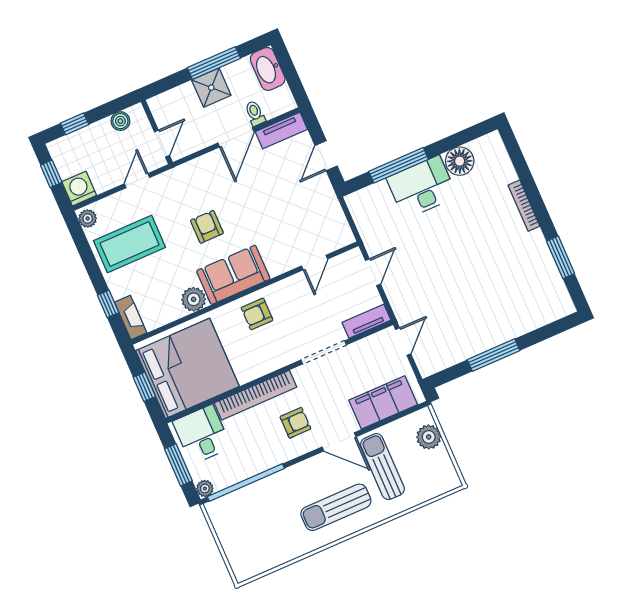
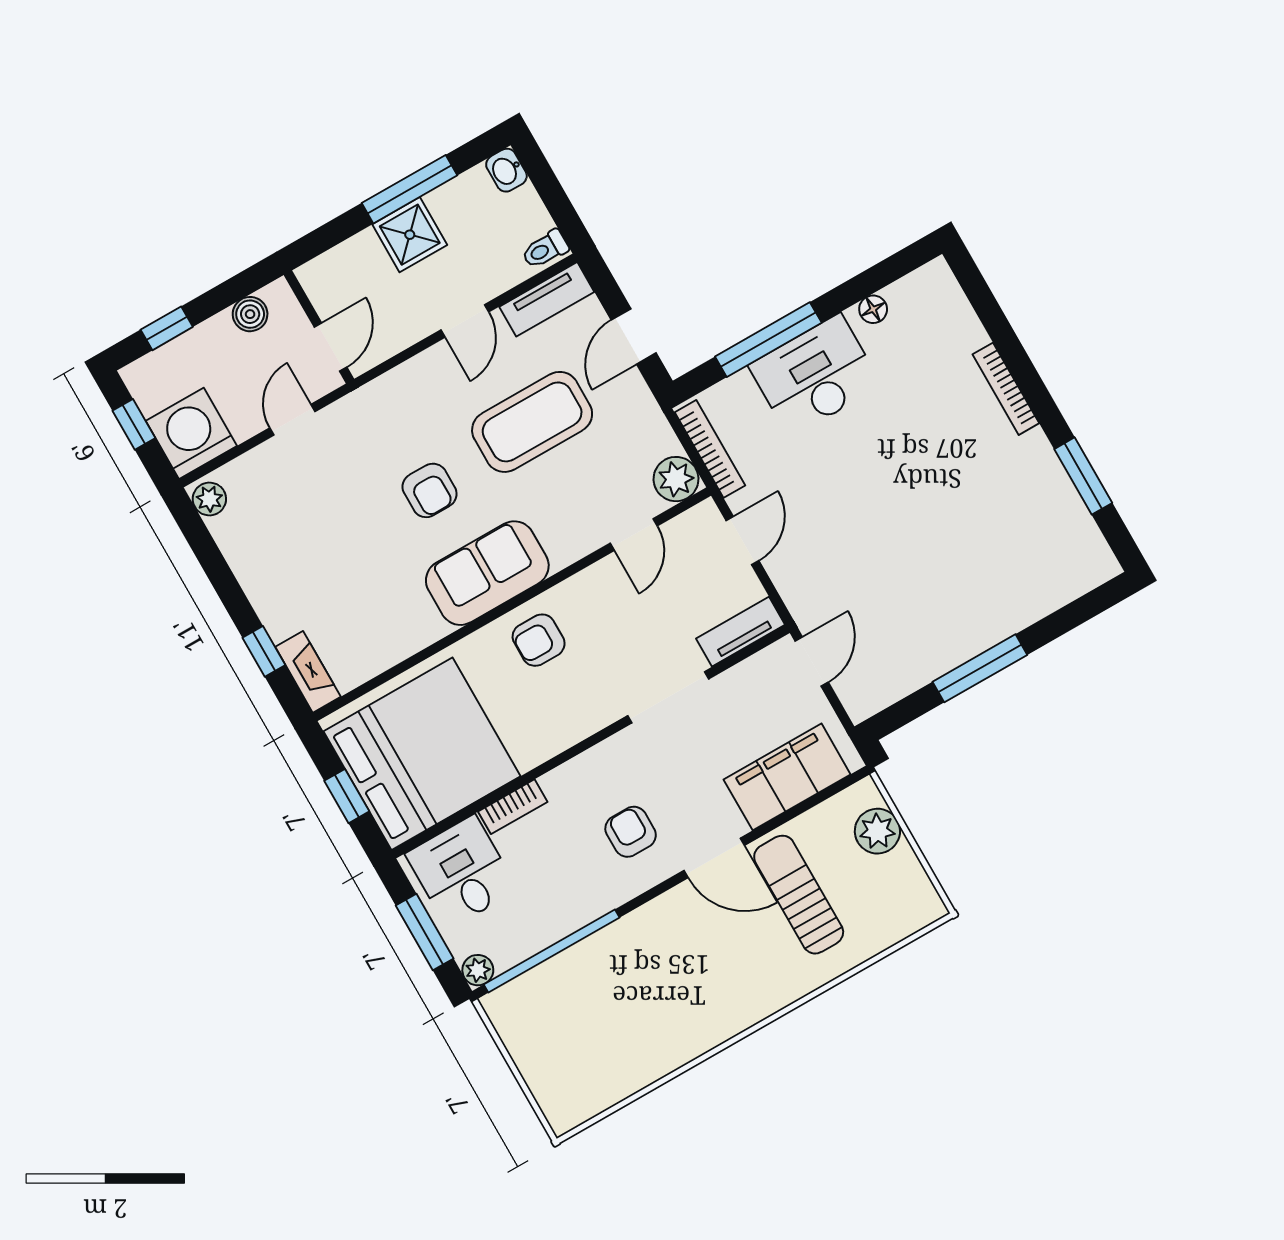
washbasin: (268, 69) -> (506, 170), width x0.52, depth x0.69
toilet: (255, 113) -> (545, 249), moved, turned -90
door: (236, 137) -> (465, 321), width x0.73
floor lamp: (460, 161) -> (873, 309), width x0.53, depth x0.53
washing machine: (79, 189) -> (191, 433), width x1.37, depth x1.37
bookcase: (361, 221) -> (710, 449), added
armchair: (207, 227) -> (430, 490), turned 180
coffee table: (130, 244) -> (532, 422), moved
plant: (194, 299) -> (676, 479), moved
bookcase: (256, 395) -> (513, 807), width x0.43, depth x0.76
armchair: (295, 423) -> (631, 832), turned -90
sun lounger: (336, 507) -> (722, 978), removed

